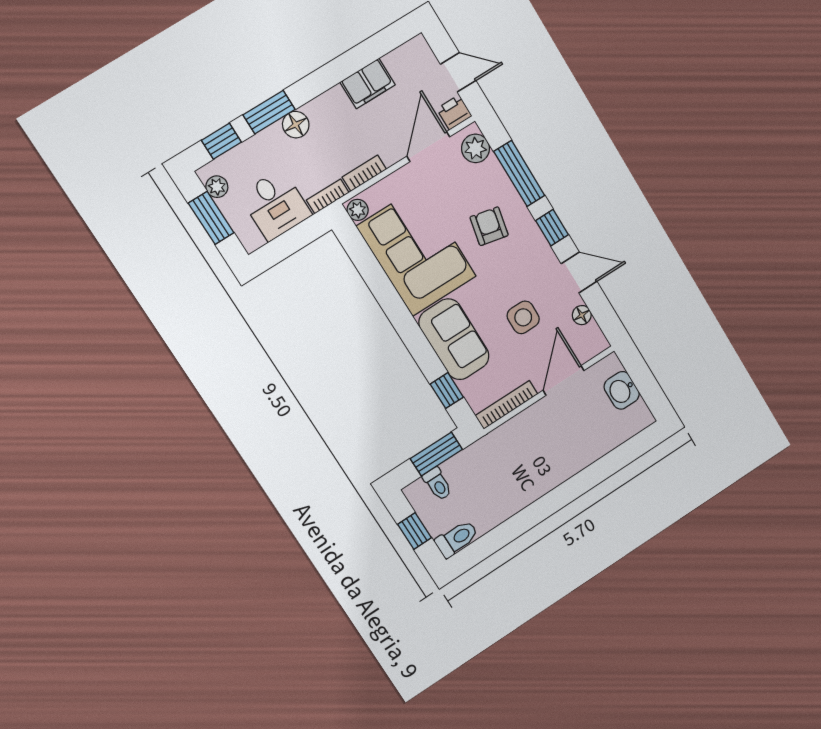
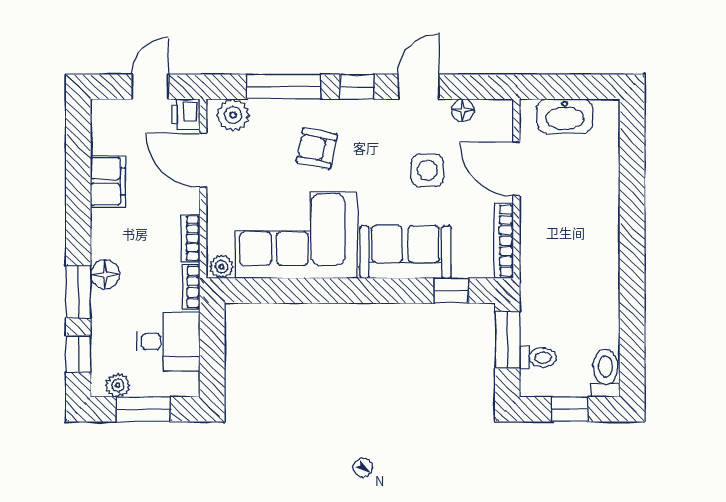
washbasin: (622, 390) -> (565, 116), width x1.38

